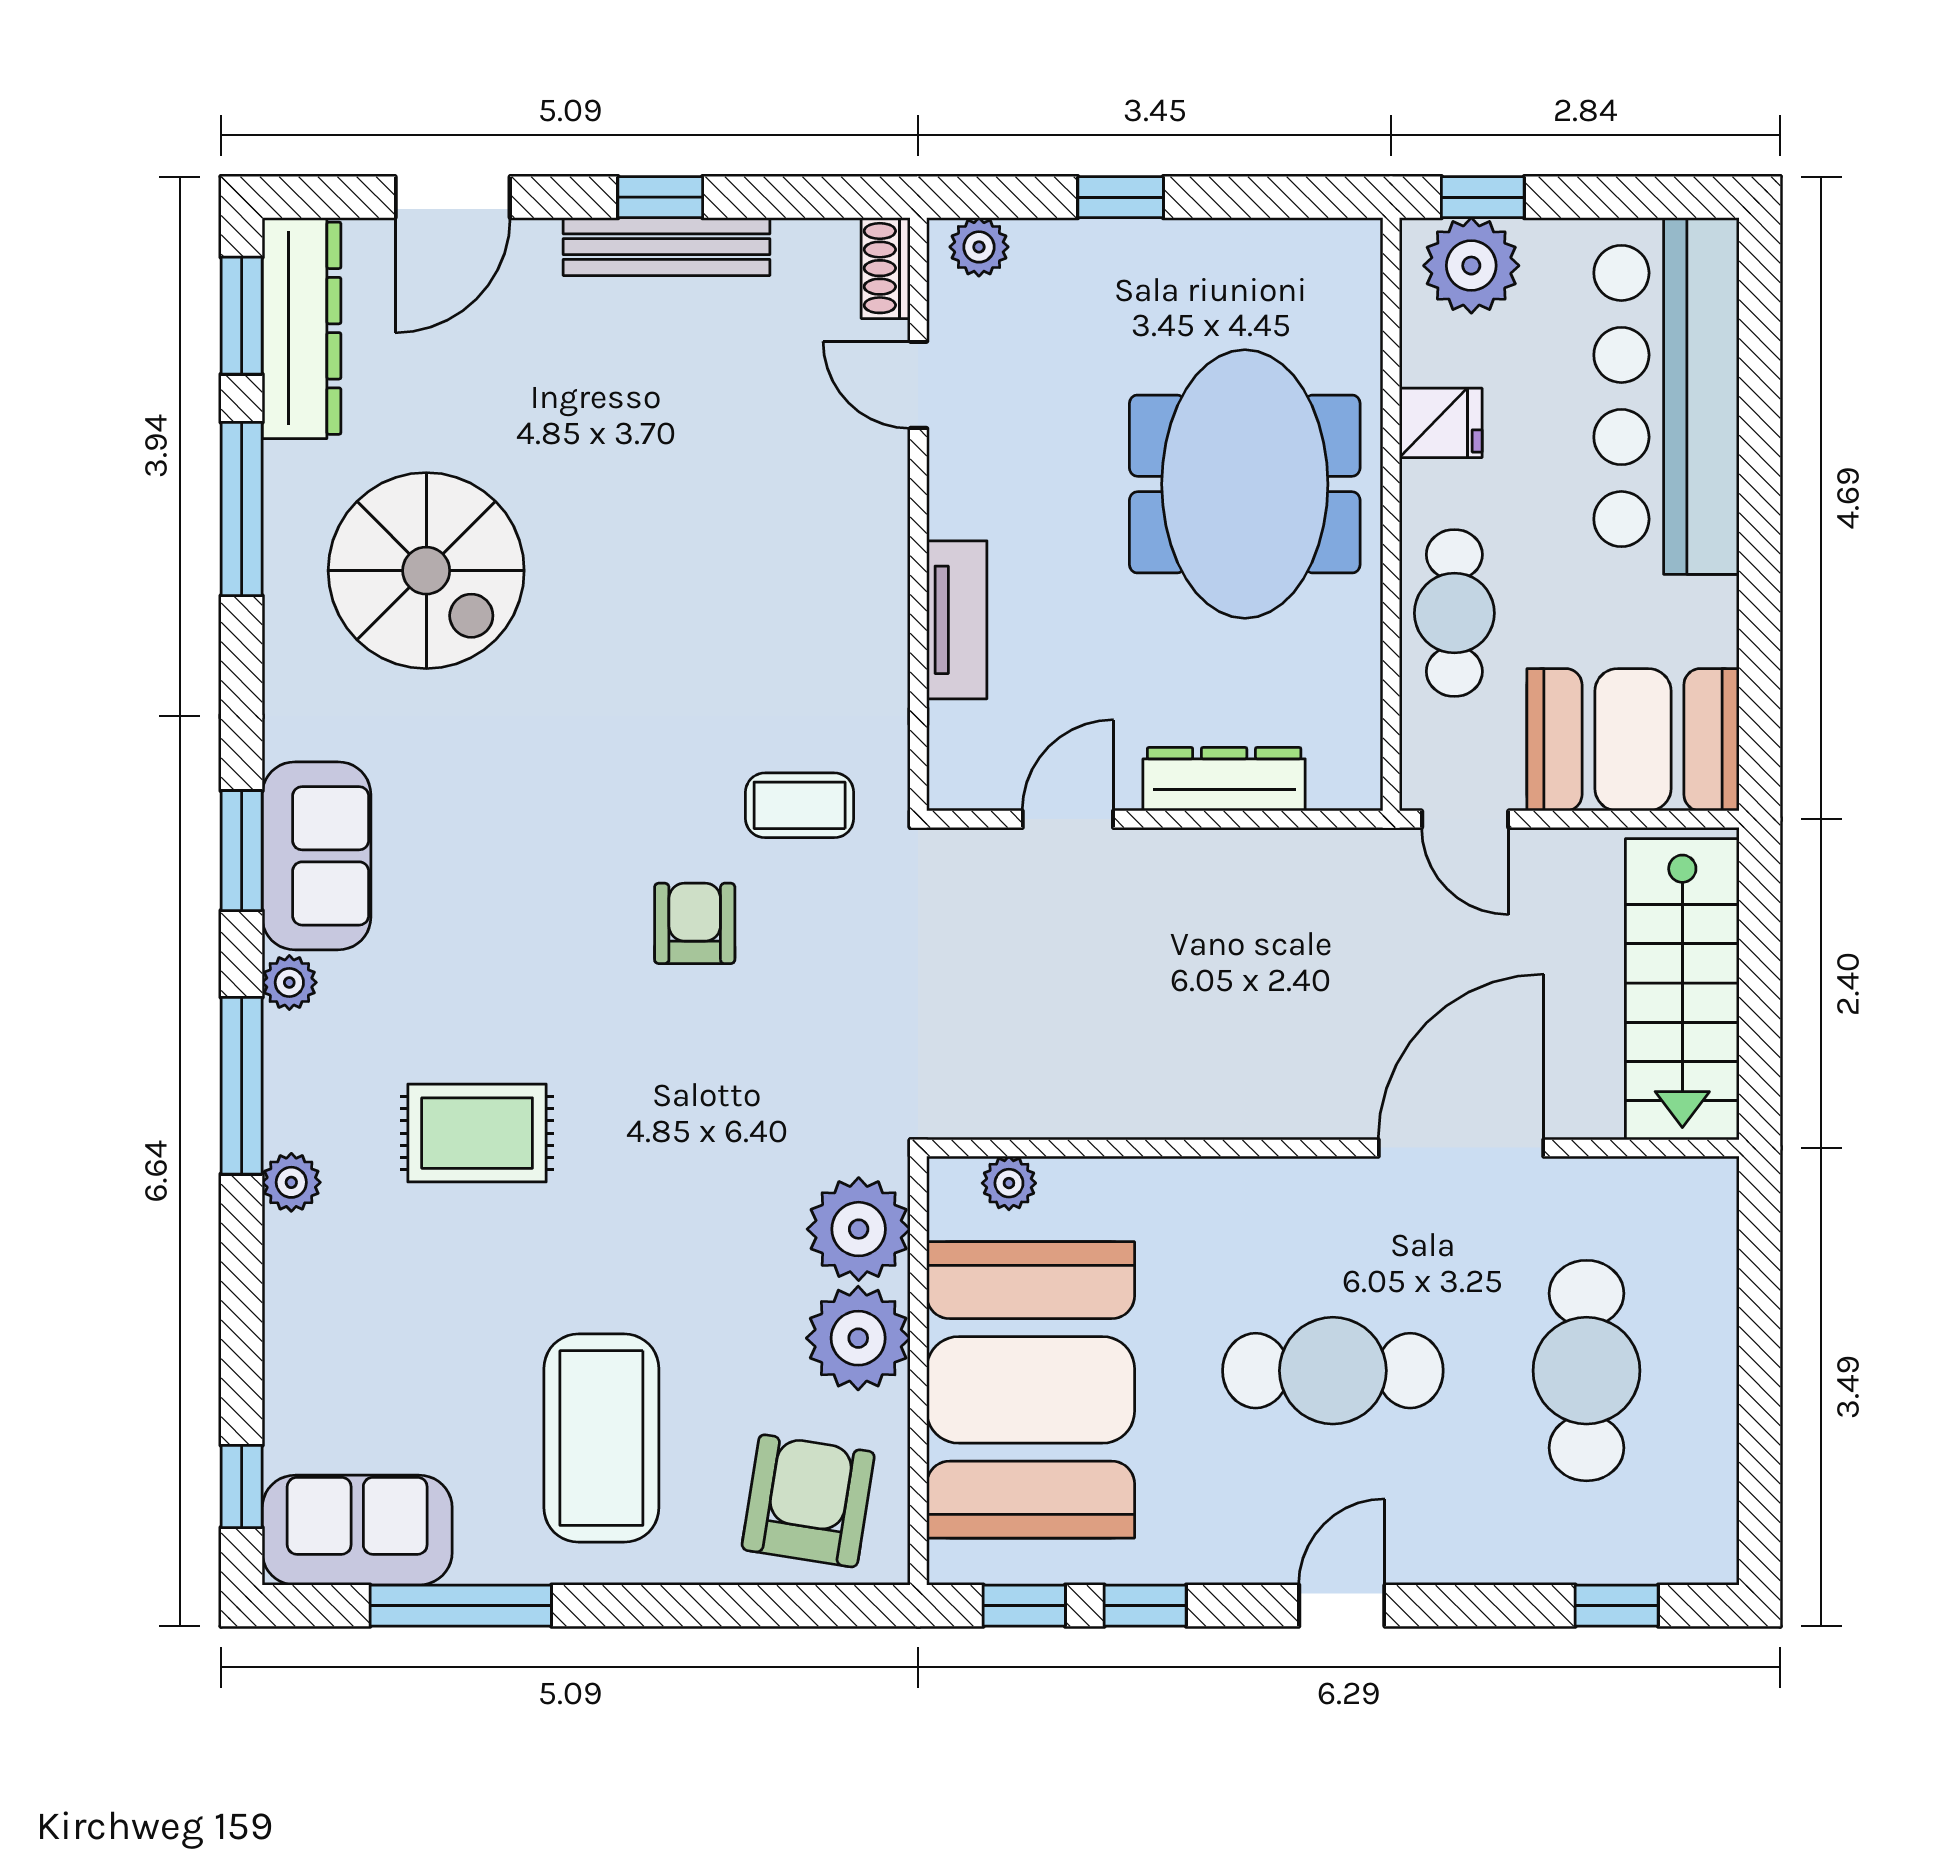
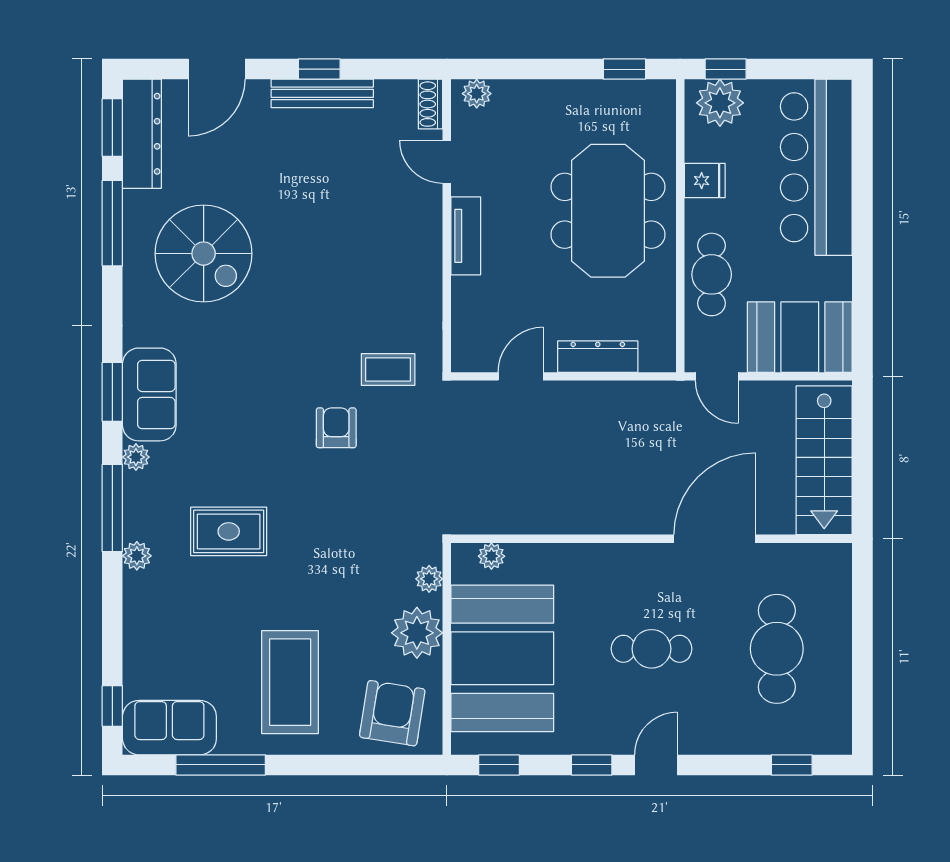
window: (1121, 197) -> (624, 69), moved
tv unit: (957, 620) -> (466, 236), moved
plant: (859, 1229) -> (429, 579), width x0.53, depth x0.53
cafe table: (1333, 1371) -> (652, 649), width x0.73, depth x0.74
window: (1145, 1606) -> (592, 765), moved

